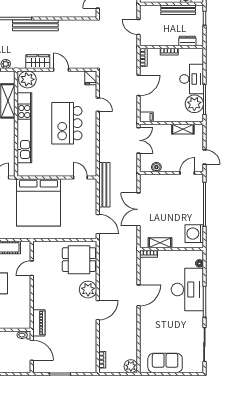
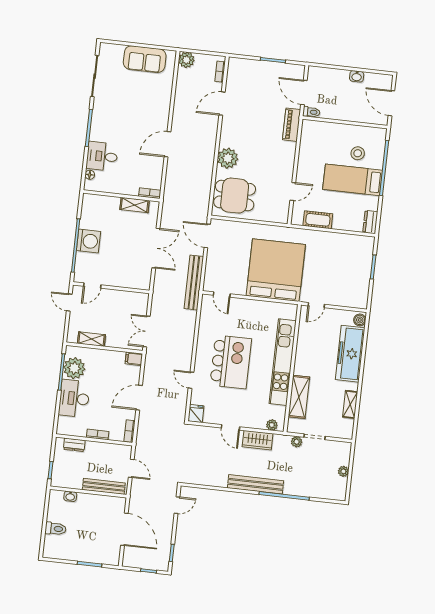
bench: (178, 10) -> (104, 486), moved
plant: (27, 79) -> (272, 425), width x0.53, depth x0.53
boiler: (156, 167) -> (129, 297), removed
washing machine: (194, 234) -> (89, 241), moved
desk: (187, 289) -> (102, 156), width x0.53, depth x0.77
door: (98, 310) -> (222, 104), moved

